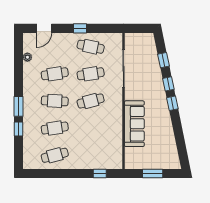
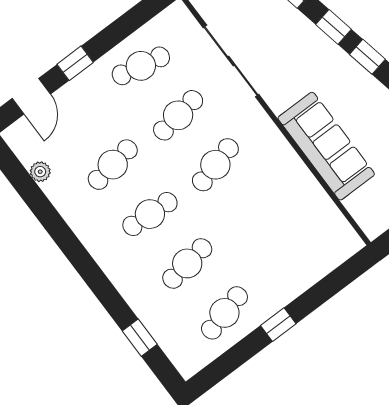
window: (80, 28) -> (75, 63), moved
window: (19, 106) -> (91, 274), removed
window: (19, 129) -> (140, 338), moved
window: (100, 174) -> (278, 325), moved

